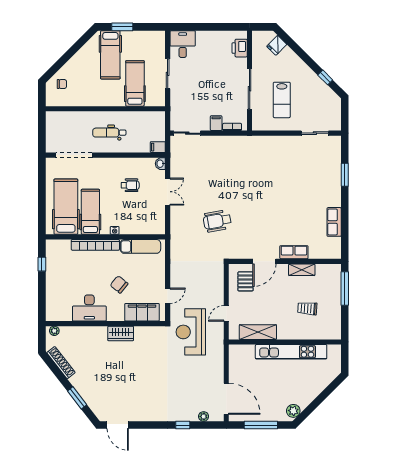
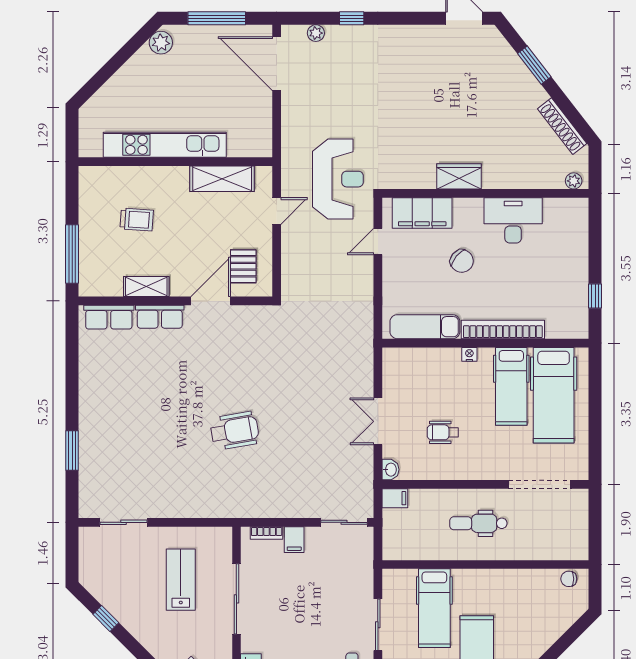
chair: (62, 84) -> (569, 579), moved
dental chair: (109, 133) -> (478, 523), turned 180
wheelchair: (217, 221) -> (235, 431), moved
row of seats: (334, 222) -> (109, 317), moved, turned 90

